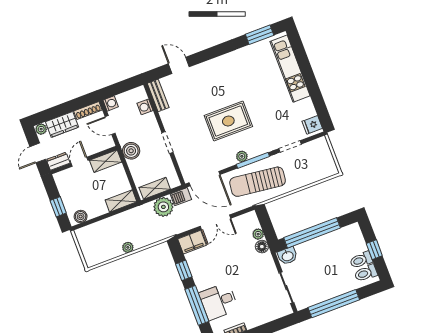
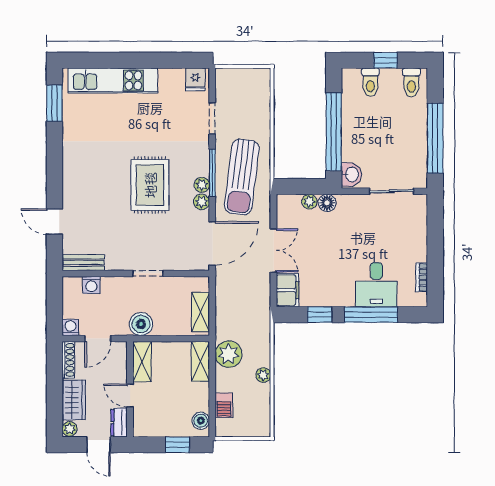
door: (179, 65) -> (54, 222), hinge flipped
plant: (230, 161) -> (202, 202), added
barbecue: (181, 197) -> (224, 405), moved
plant: (163, 207) -> (229, 354), moved
toilet: (361, 260) -> (370, 82), moved

